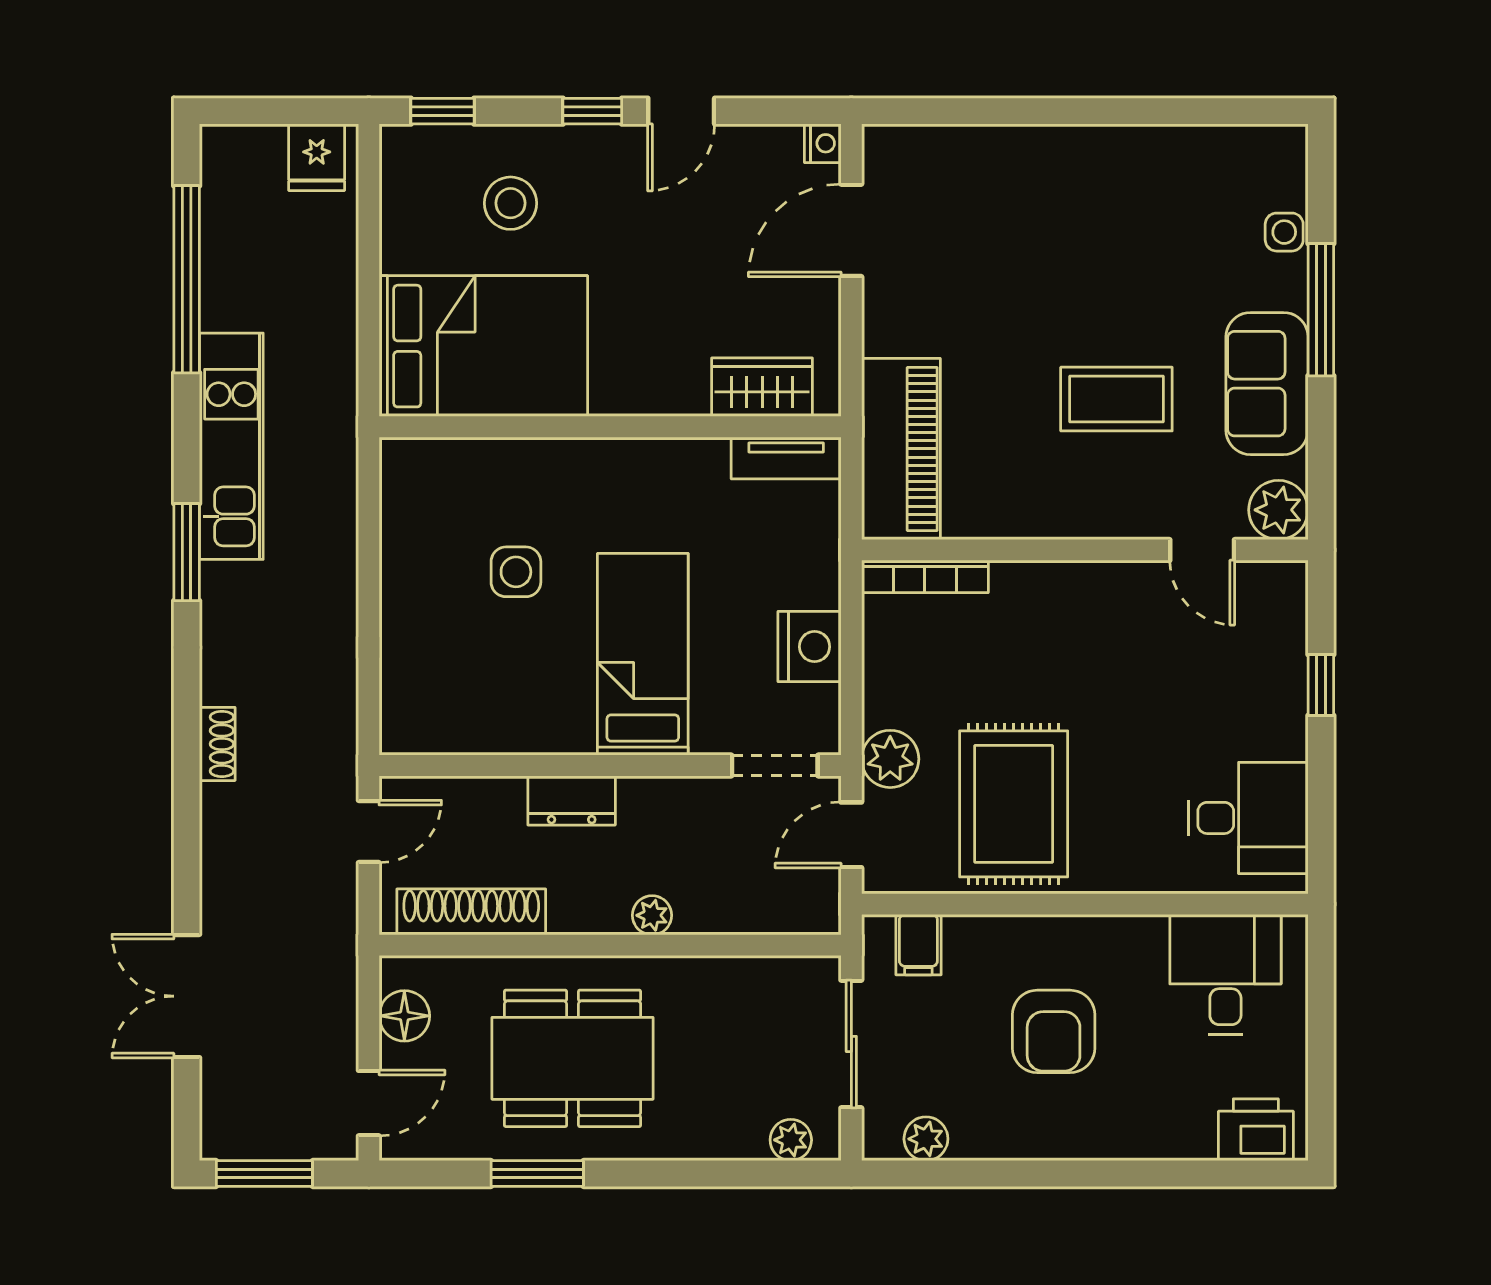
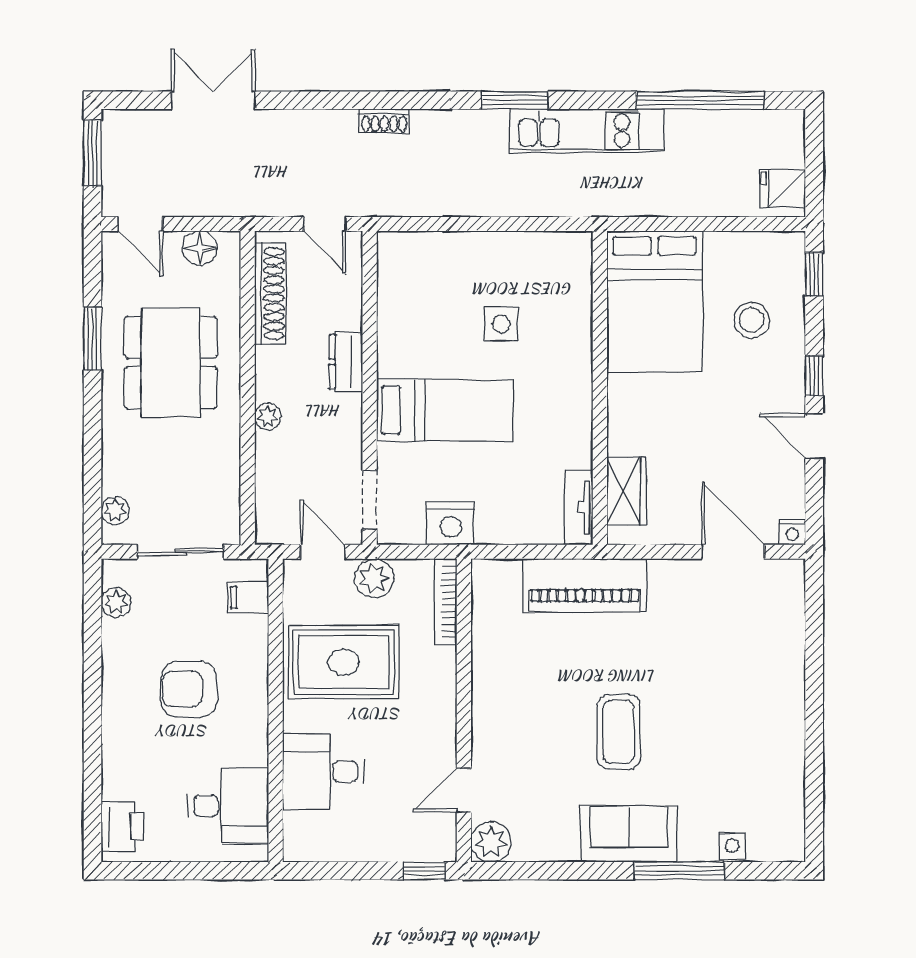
plant: (1278, 510) -> (491, 842), moved
wall: (1085, 550) -> (464, 710), moved
door: (1202, 550) -> (464, 790), moved
bookcase: (925, 576) -> (446, 602), moved
desk: (1248, 818) -> (323, 772), moved, turned 90

